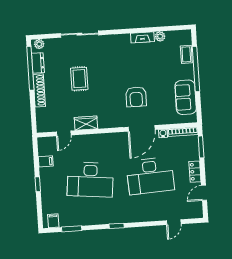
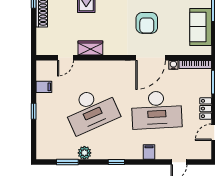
desk: (90, 180) -> (91, 110), turned -30
plant: (87, 219) -> (84, 153), added
filing cabinet: (53, 221) -> (149, 152), moved

